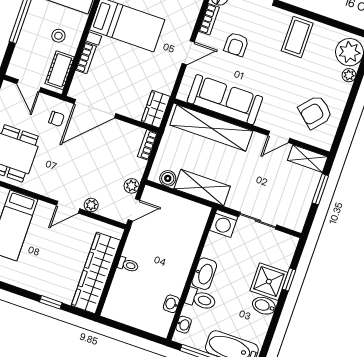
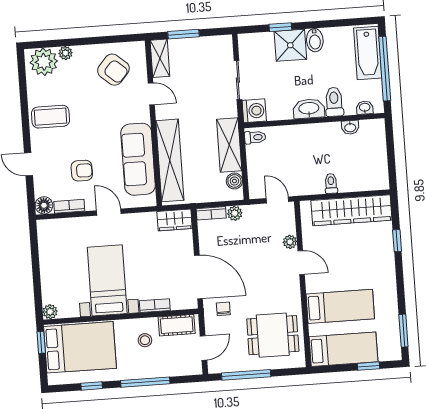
plant: (132, 186) -> (235, 213), moved
toilet: (199, 214) -> (255, 137), added

